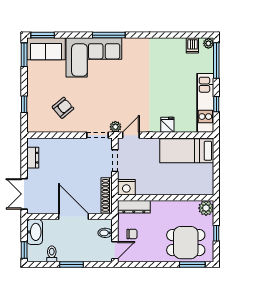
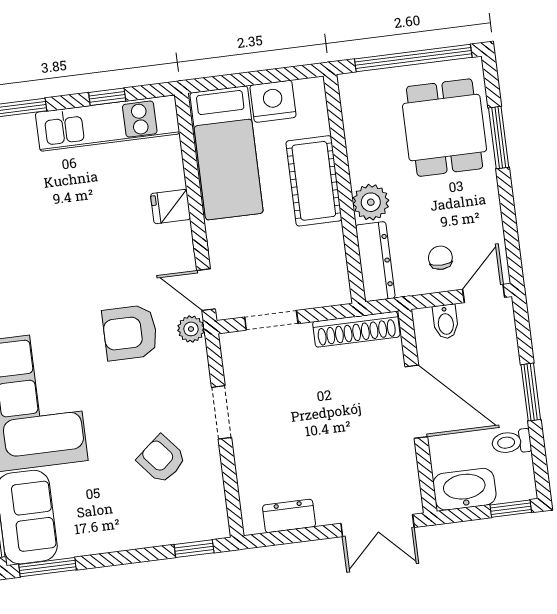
armchair: (117, 101) -> (130, 333), added
window: (24, 104) -> (194, 549), moved
doorway: (98, 135) -> (222, 412), moved
cot: (171, 186) -> (314, 181), added
nightstand: (126, 187) -> (273, 101), moved, turned -90
plant: (206, 208) -> (371, 202), moved
door: (73, 216) -> (416, 402), swing flipped
window: (216, 233) -> (413, 58), width x3.17
door: (115, 250) -> (484, 293), hinge flipped
window: (192, 265) -> (499, 138), moved

